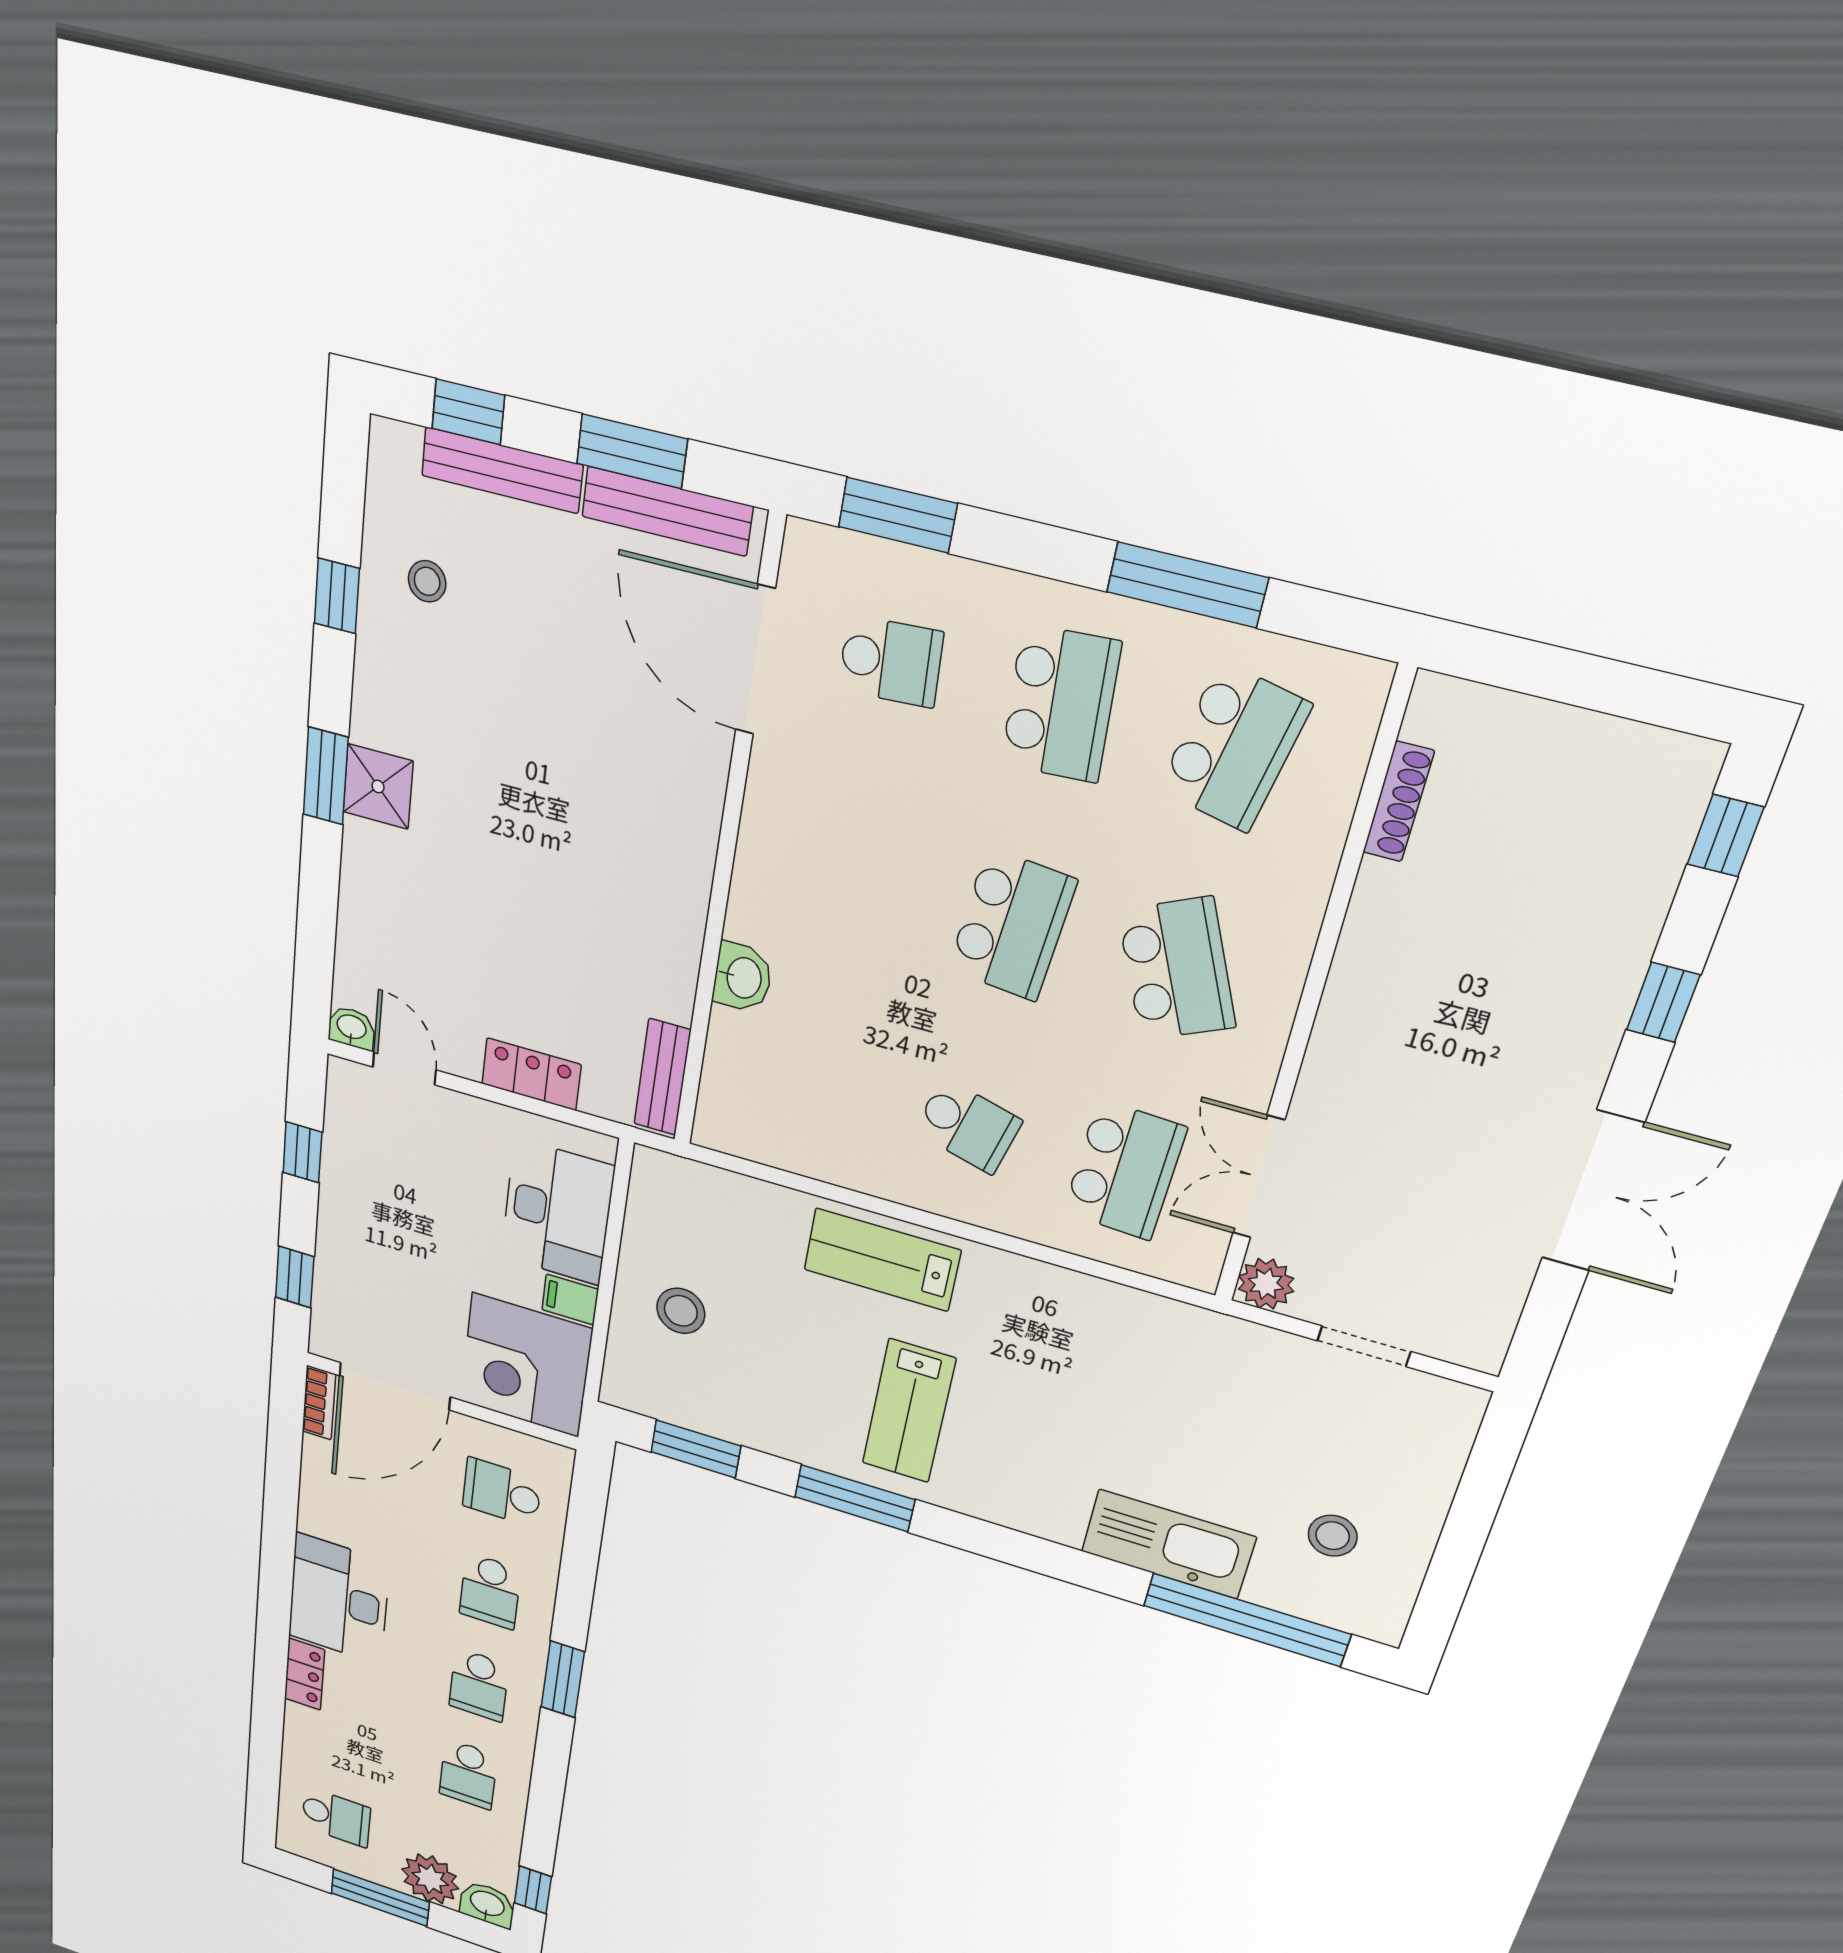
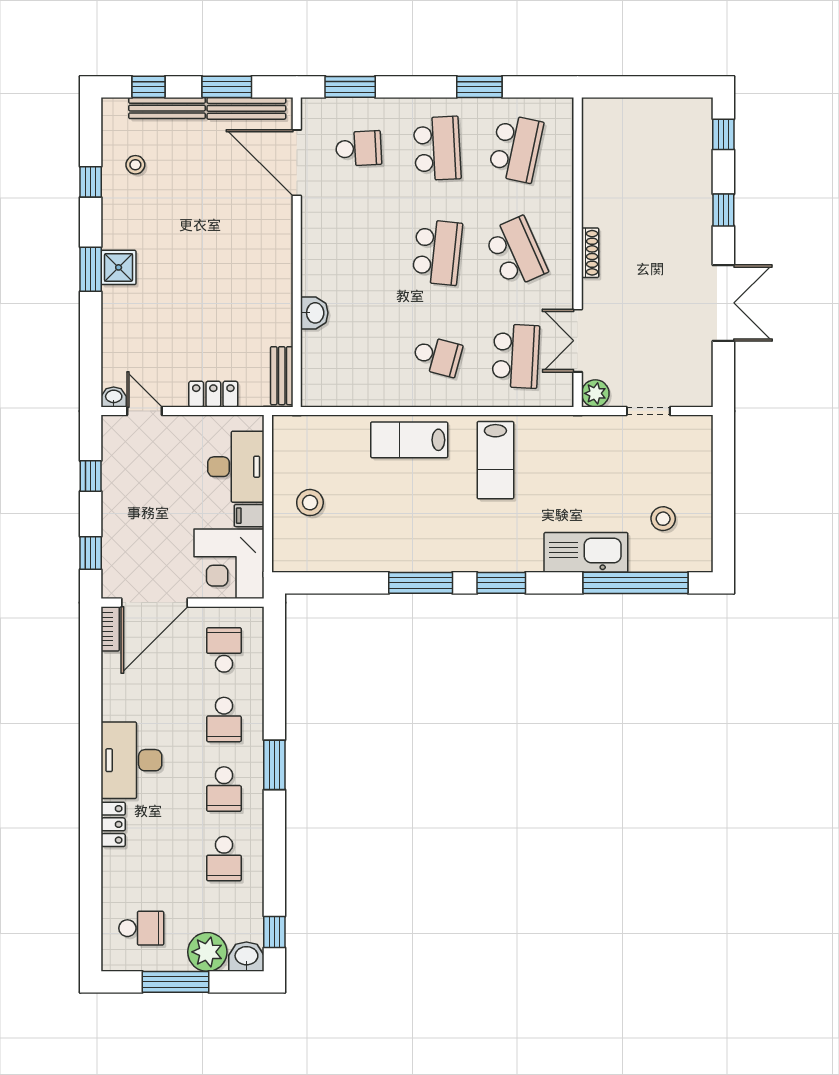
window: (1187, 585) -> (479, 87), width x0.69
shoe rack: (1398, 802) -> (590, 253), moved
lab bench: (909, 1411) -> (495, 460), moved
window: (696, 1449) -> (501, 583), moved
school desk: (502, 1492) -> (224, 650), turned 90

